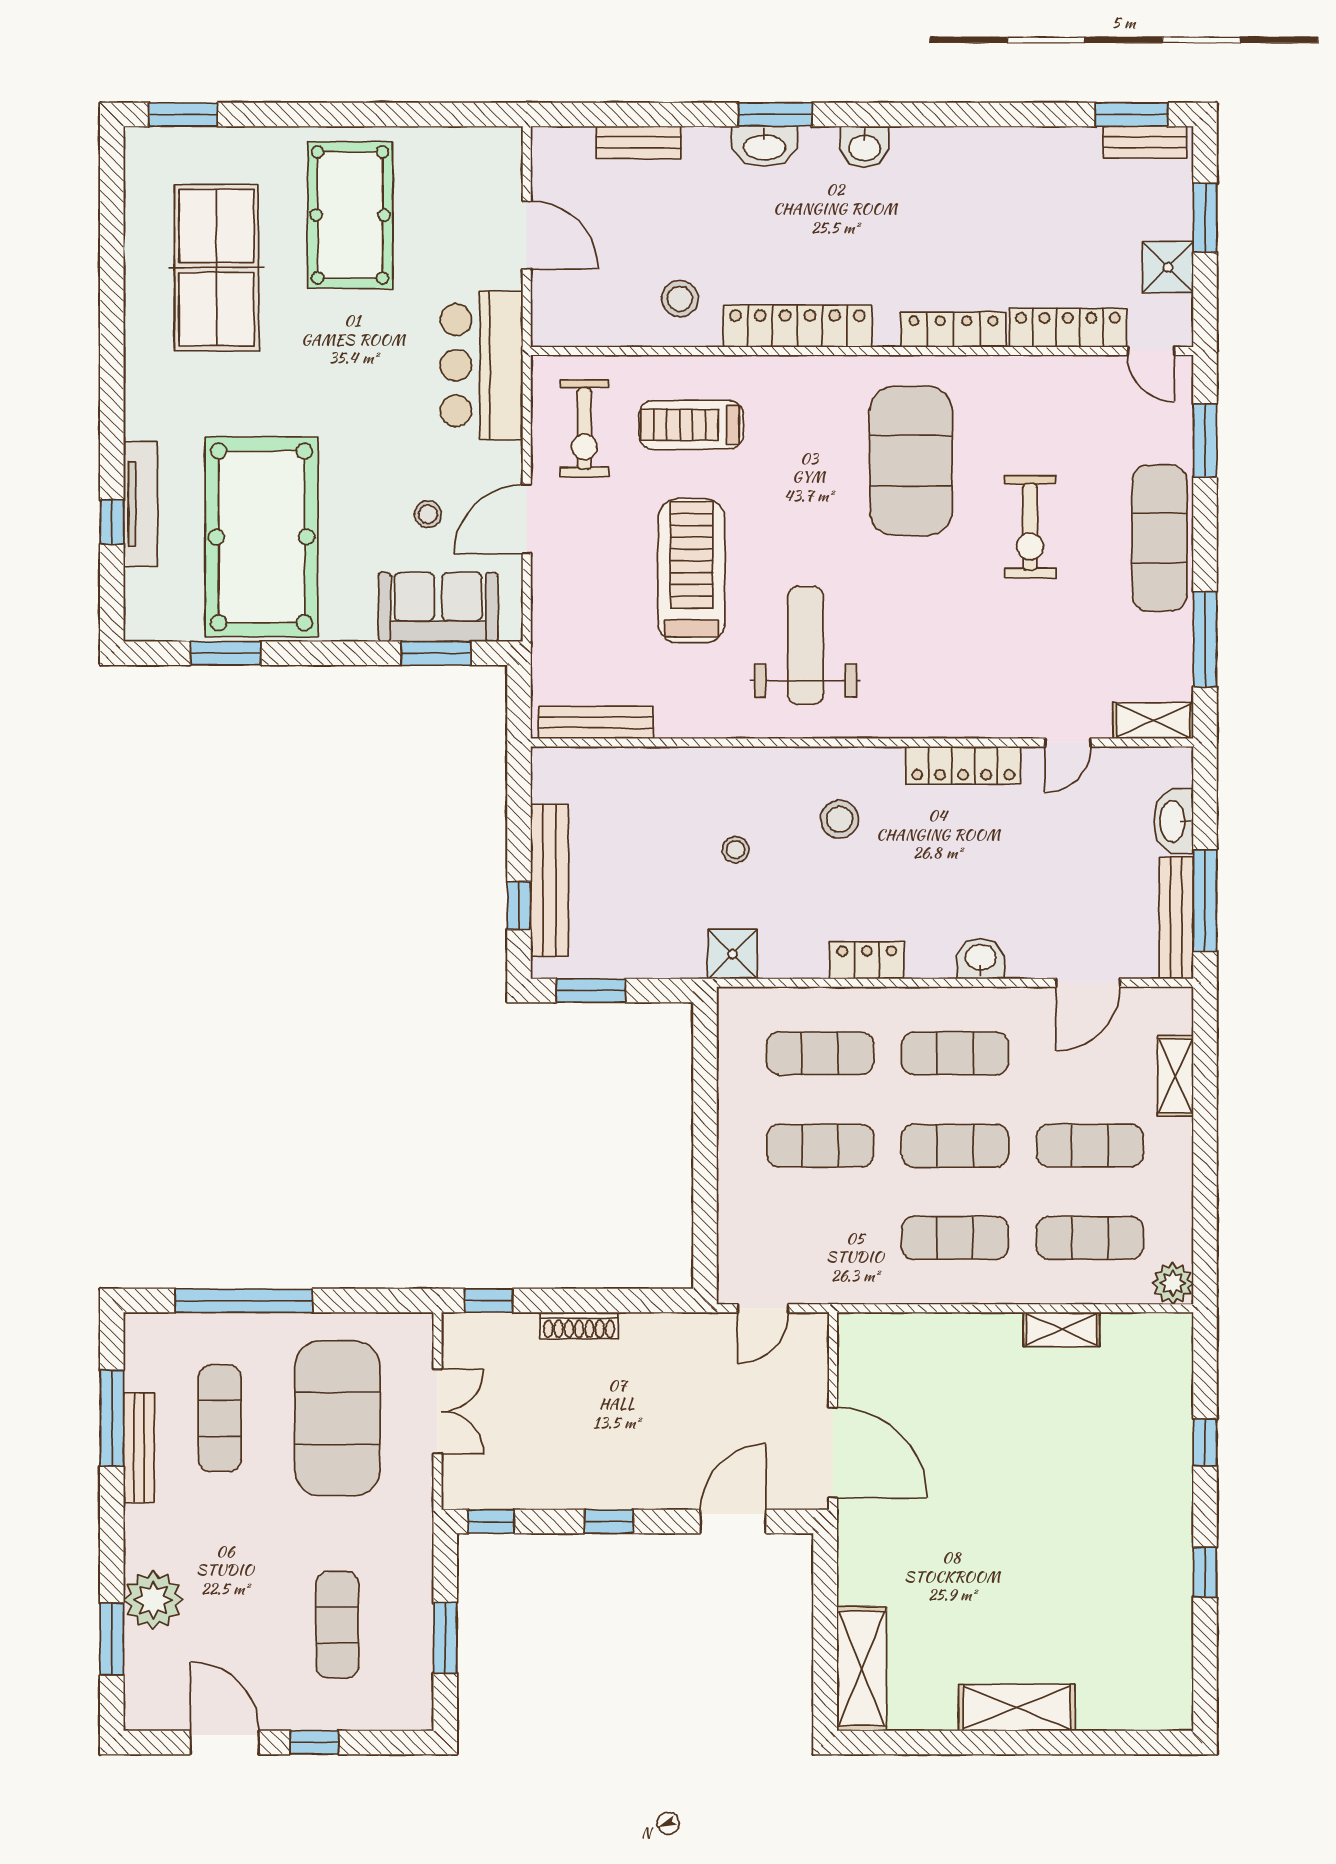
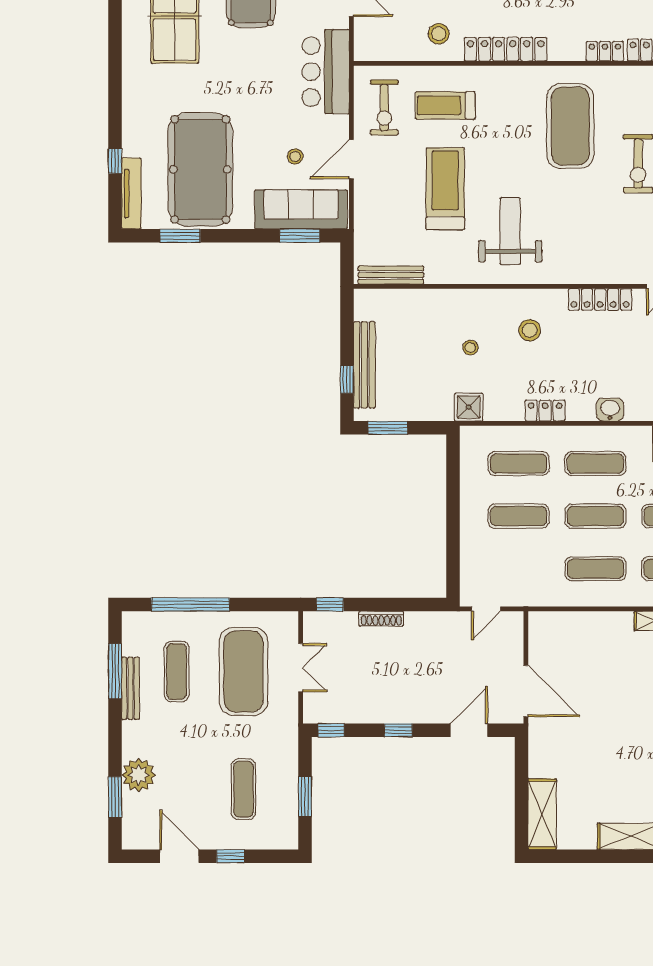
locker: (953, 330) -> (605, 51), width x0.66
tv unit: (140, 504) -> (131, 193), moved
sofa: (438, 607) -> (301, 209), width x1.36

